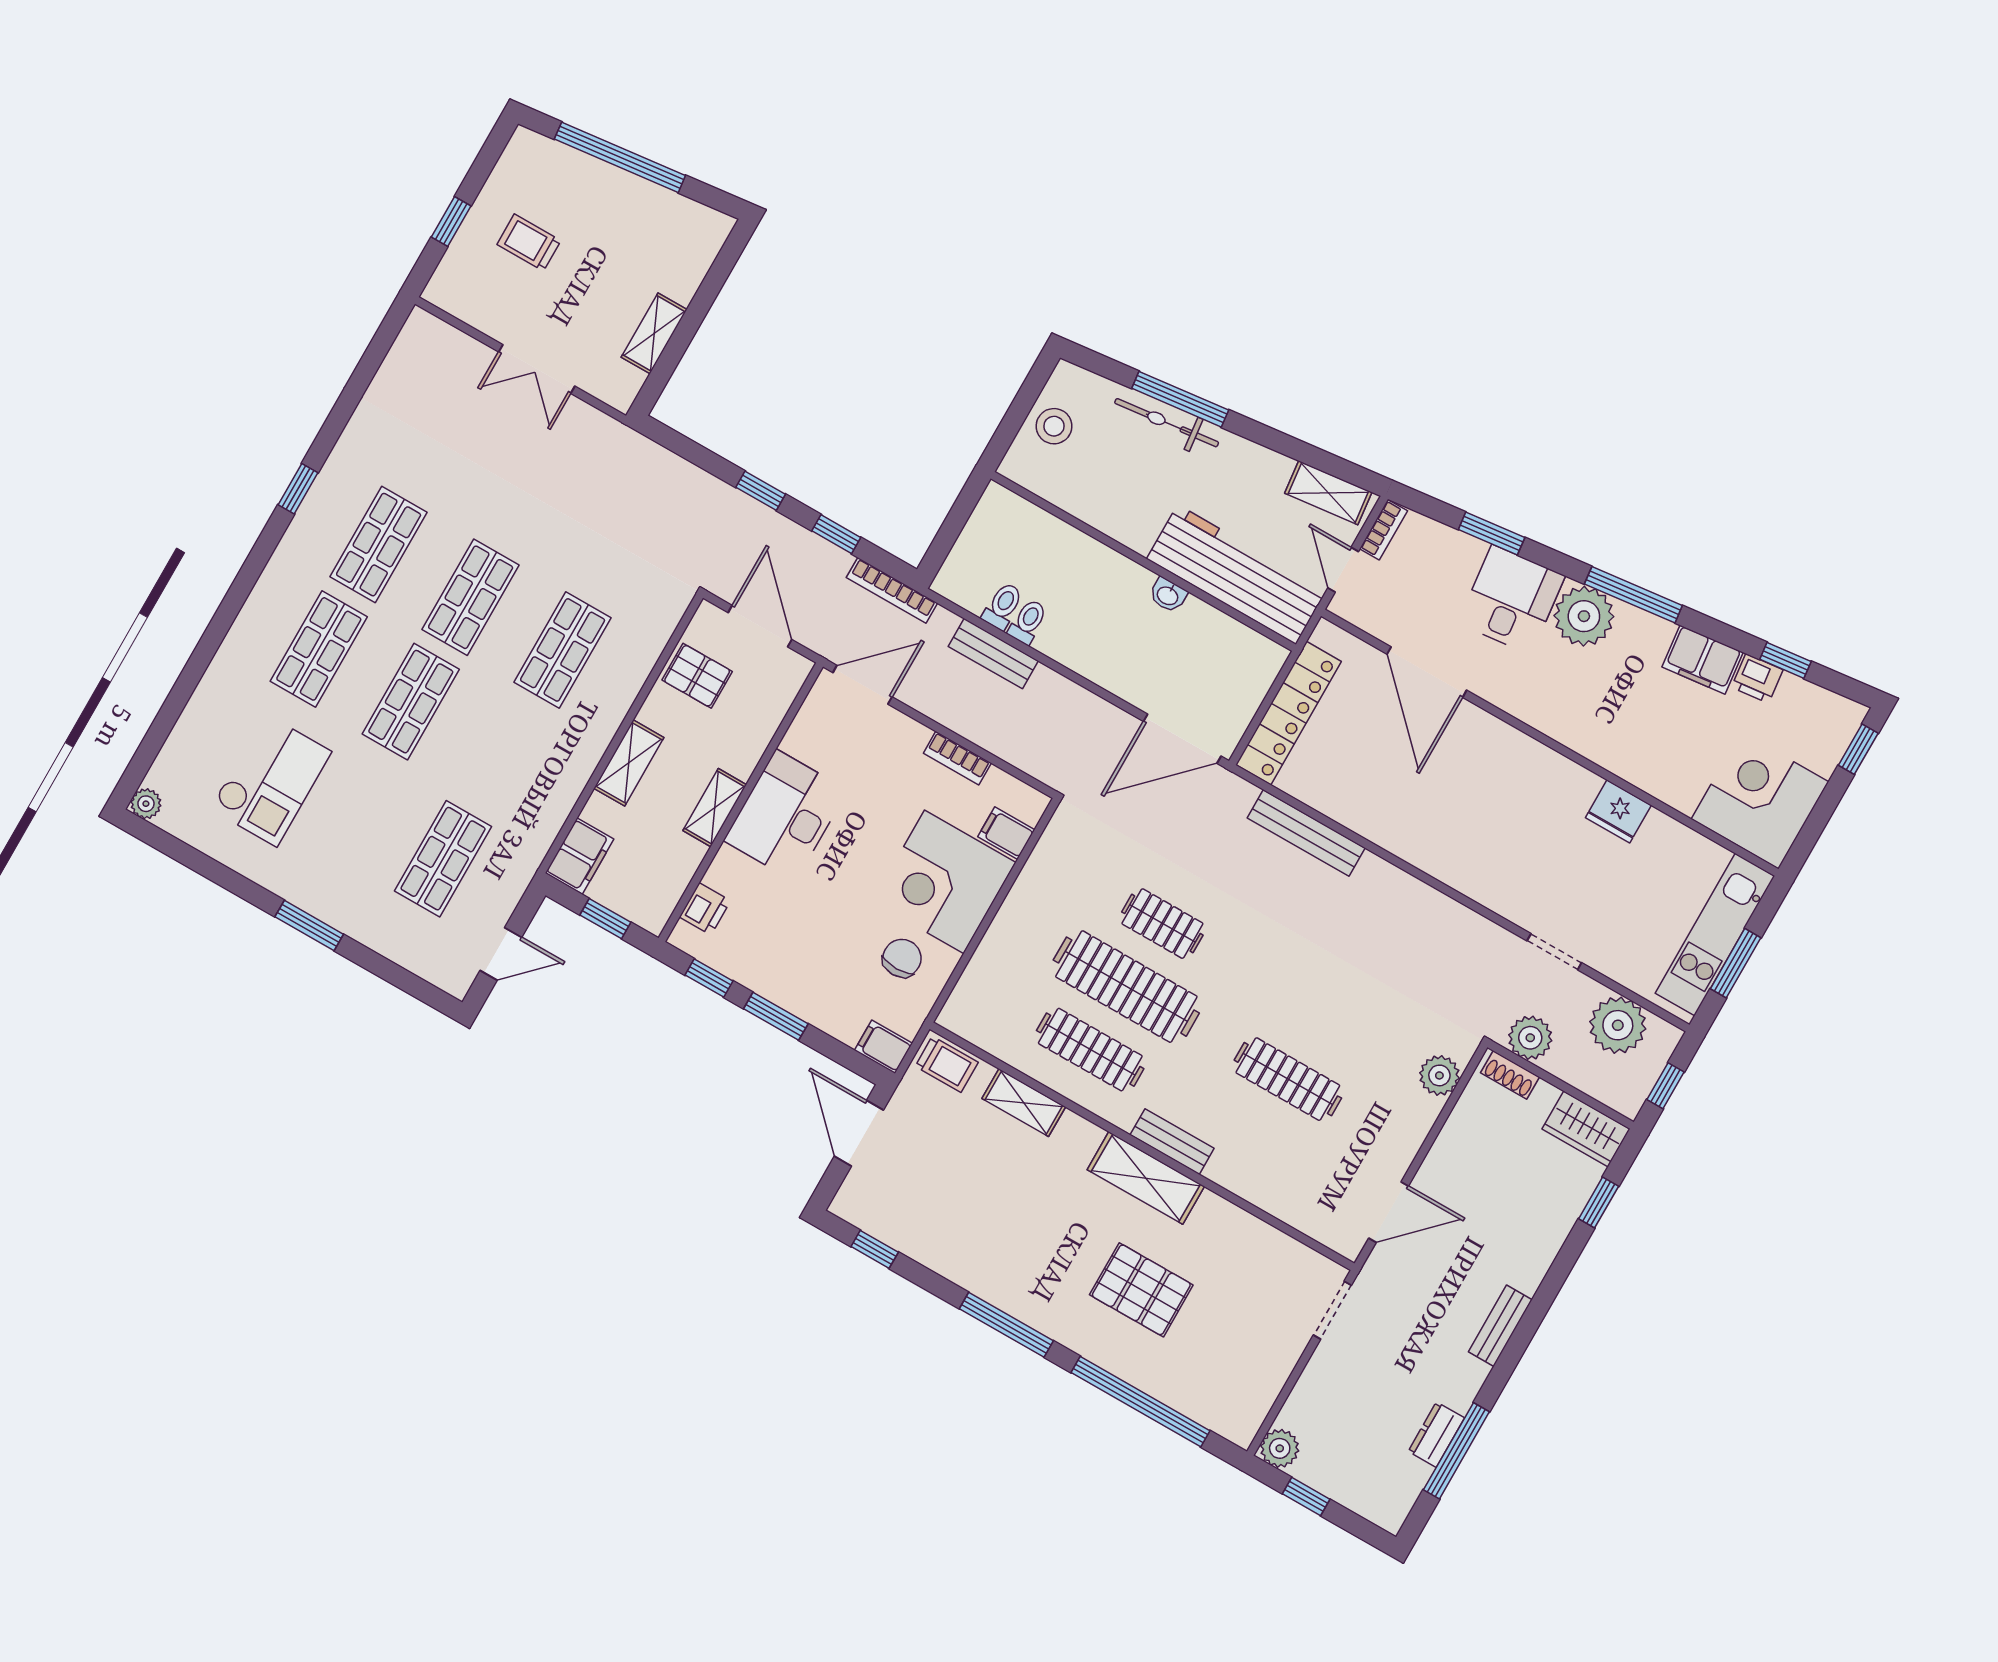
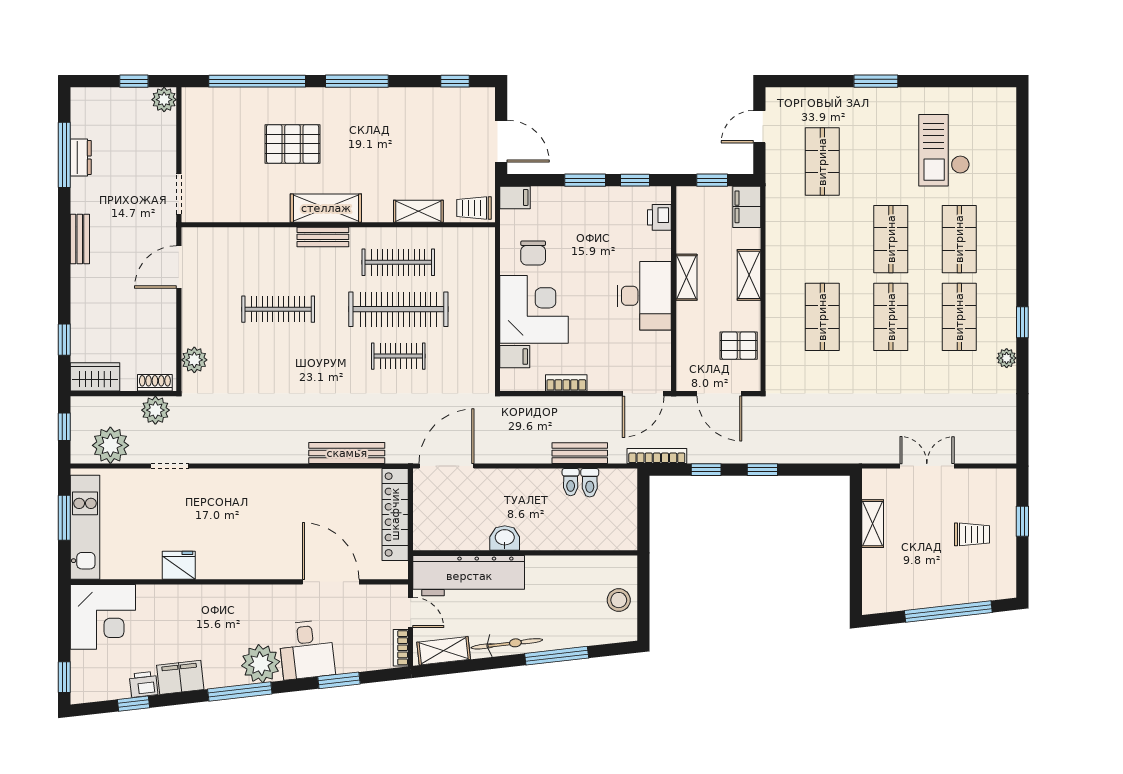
bicycle: (1167, 423) -> (507, 644), moved
washbasin: (1168, 595) -> (505, 538), width x1.38, depth x1.45
plant: (146, 804) -> (1007, 358), moved

